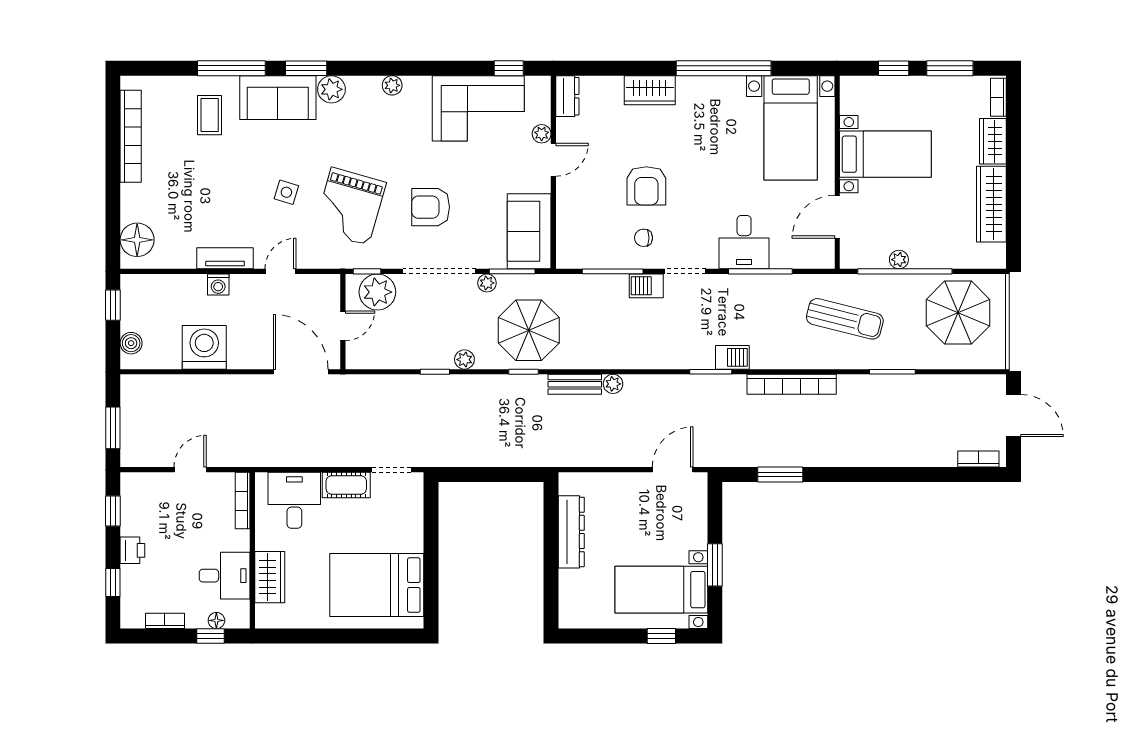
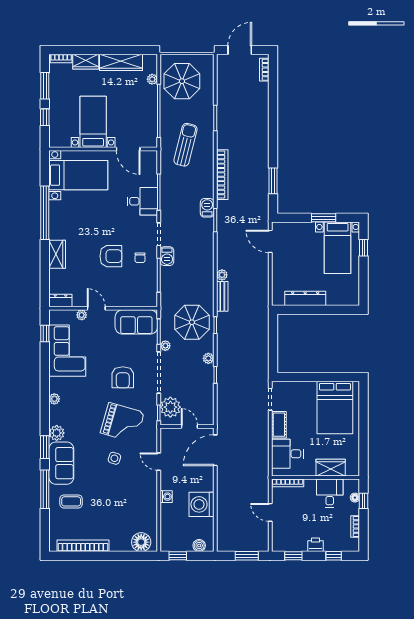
tv unit: (225, 258) -> (151, 493), removed
plant: (899, 260) -> (152, 79), moved

